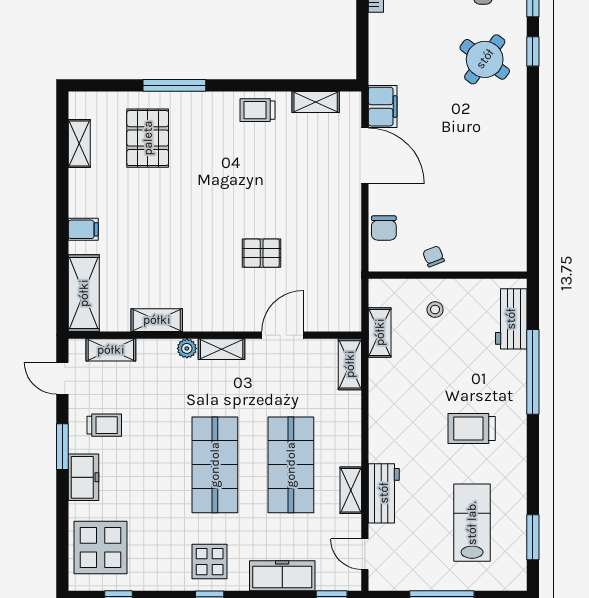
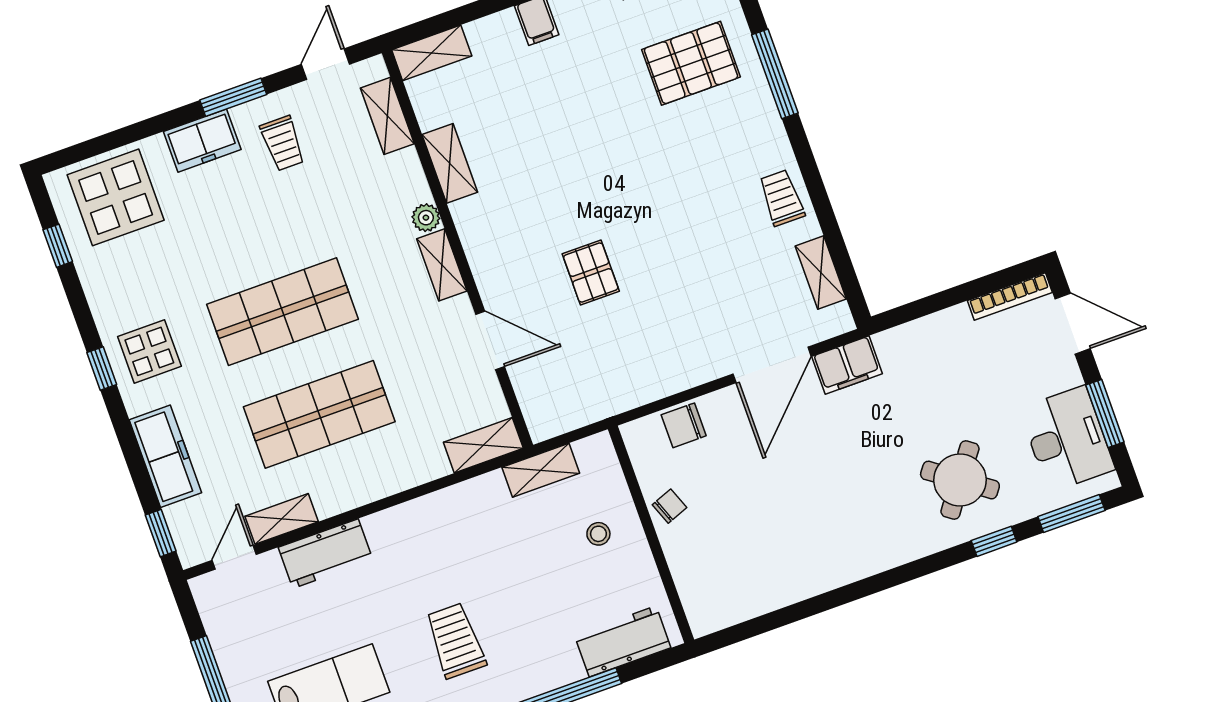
shelving: (84, 293) -> (432, 53), width x0.67, depth x0.75
shelving: (351, 490) -> (282, 519), moved

